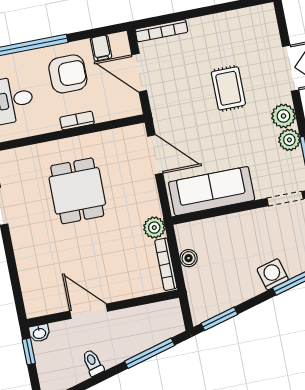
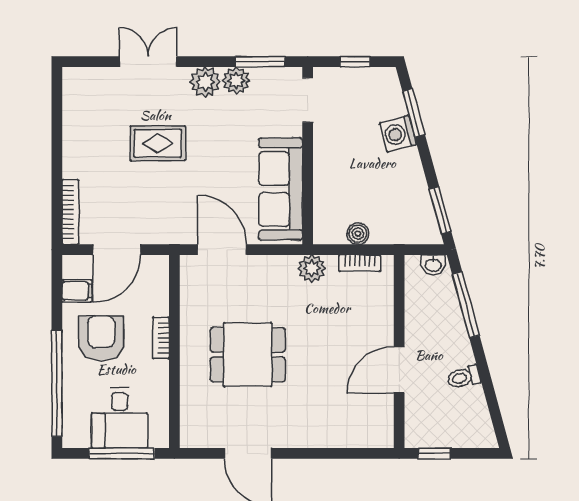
door: (155, 155) -> (222, 250), hinge flipped
bookcase: (166, 264) -> (360, 263), width x0.64
washbasin: (39, 333) -> (433, 265), moved, turned 90

